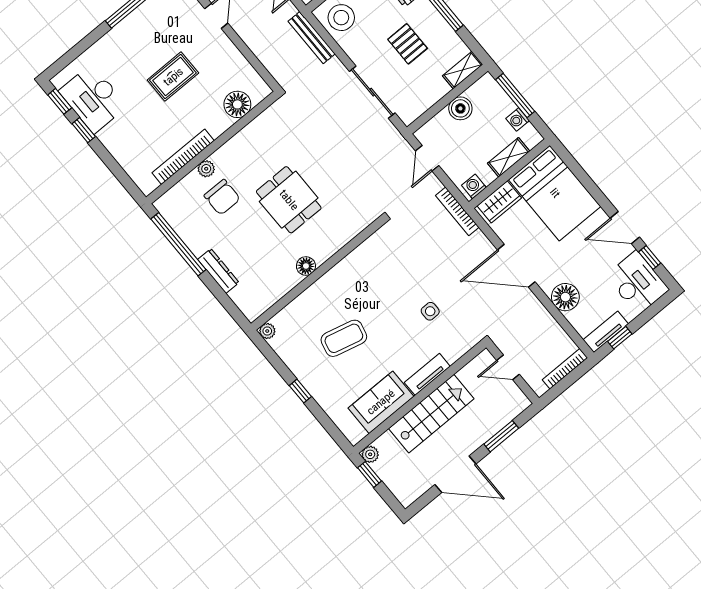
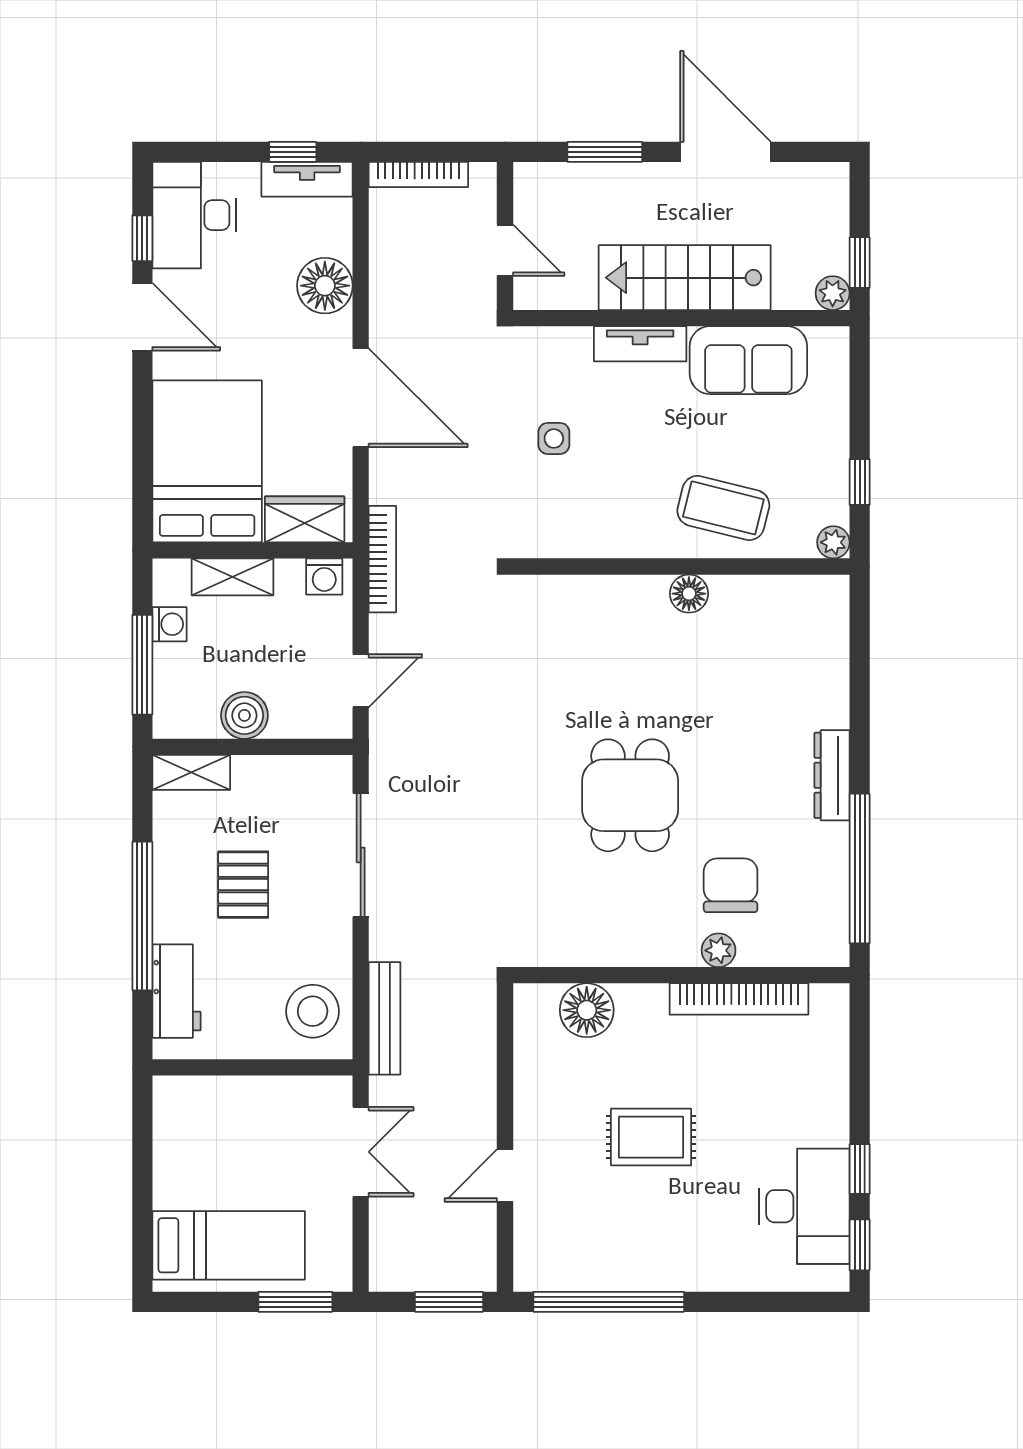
floor lamp: (306, 266) -> (689, 594), moved
wall: (317, 274) -> (681, 567), moved
plant: (267, 331) -> (833, 542), moved

